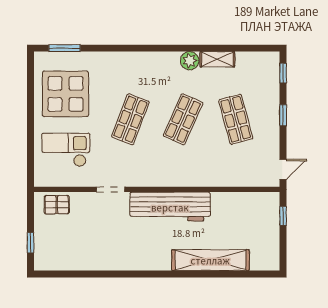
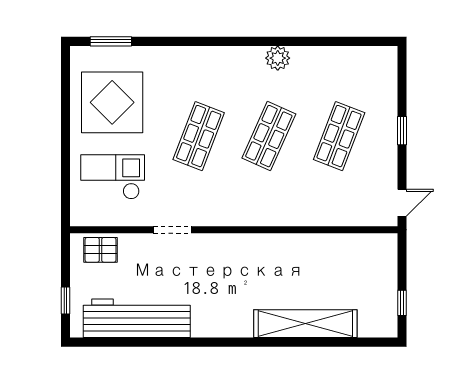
shelving: (217, 59) -> (315, 56), removed
window: (283, 73) -> (402, 75), removed
shop shelf: (236, 119) -> (339, 136), turned 36
workbench: (170, 207) -> (137, 318), moved, turned 180
window: (283, 216) -> (402, 303), moved

